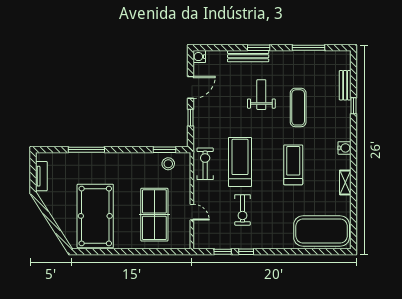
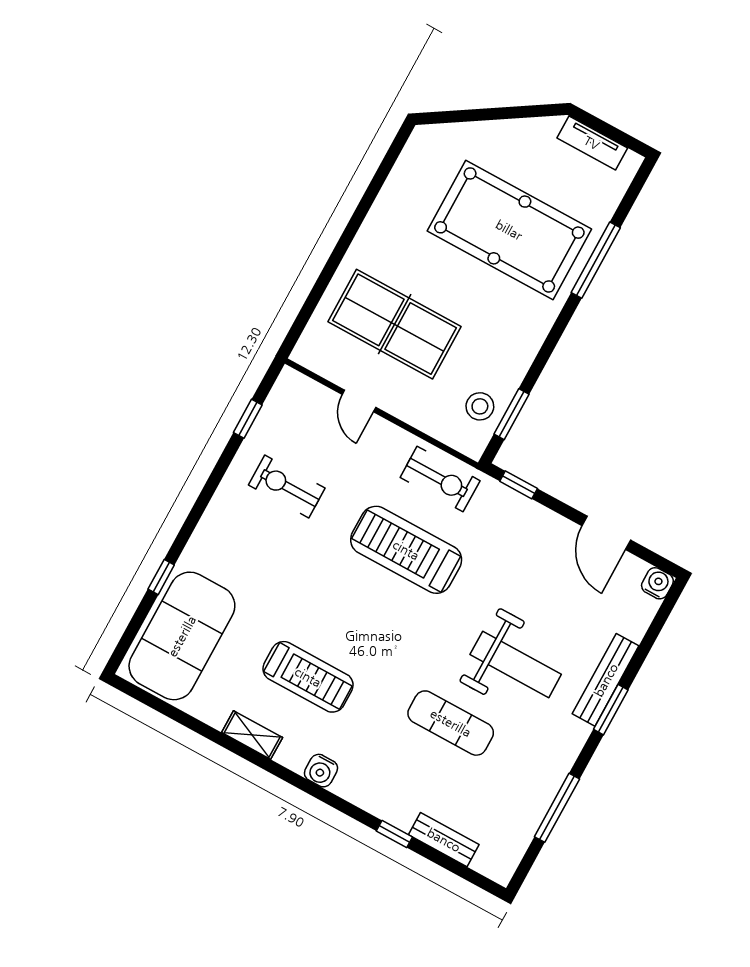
weight bench: (261, 95) -> (516, 664), width x1.36, depth x1.33
window: (191, 118) -> (519, 485), moved
treadmill: (240, 162) -> (406, 550), turned 180
treadmill: (293, 165) -> (308, 677), moved
exercise bike: (243, 210) -> (287, 487), moved
door: (192, 212) -> (359, 401), hinge flipped
pool table: (95, 216) -> (509, 230), moved
window: (246, 252) -> (161, 577), moved

